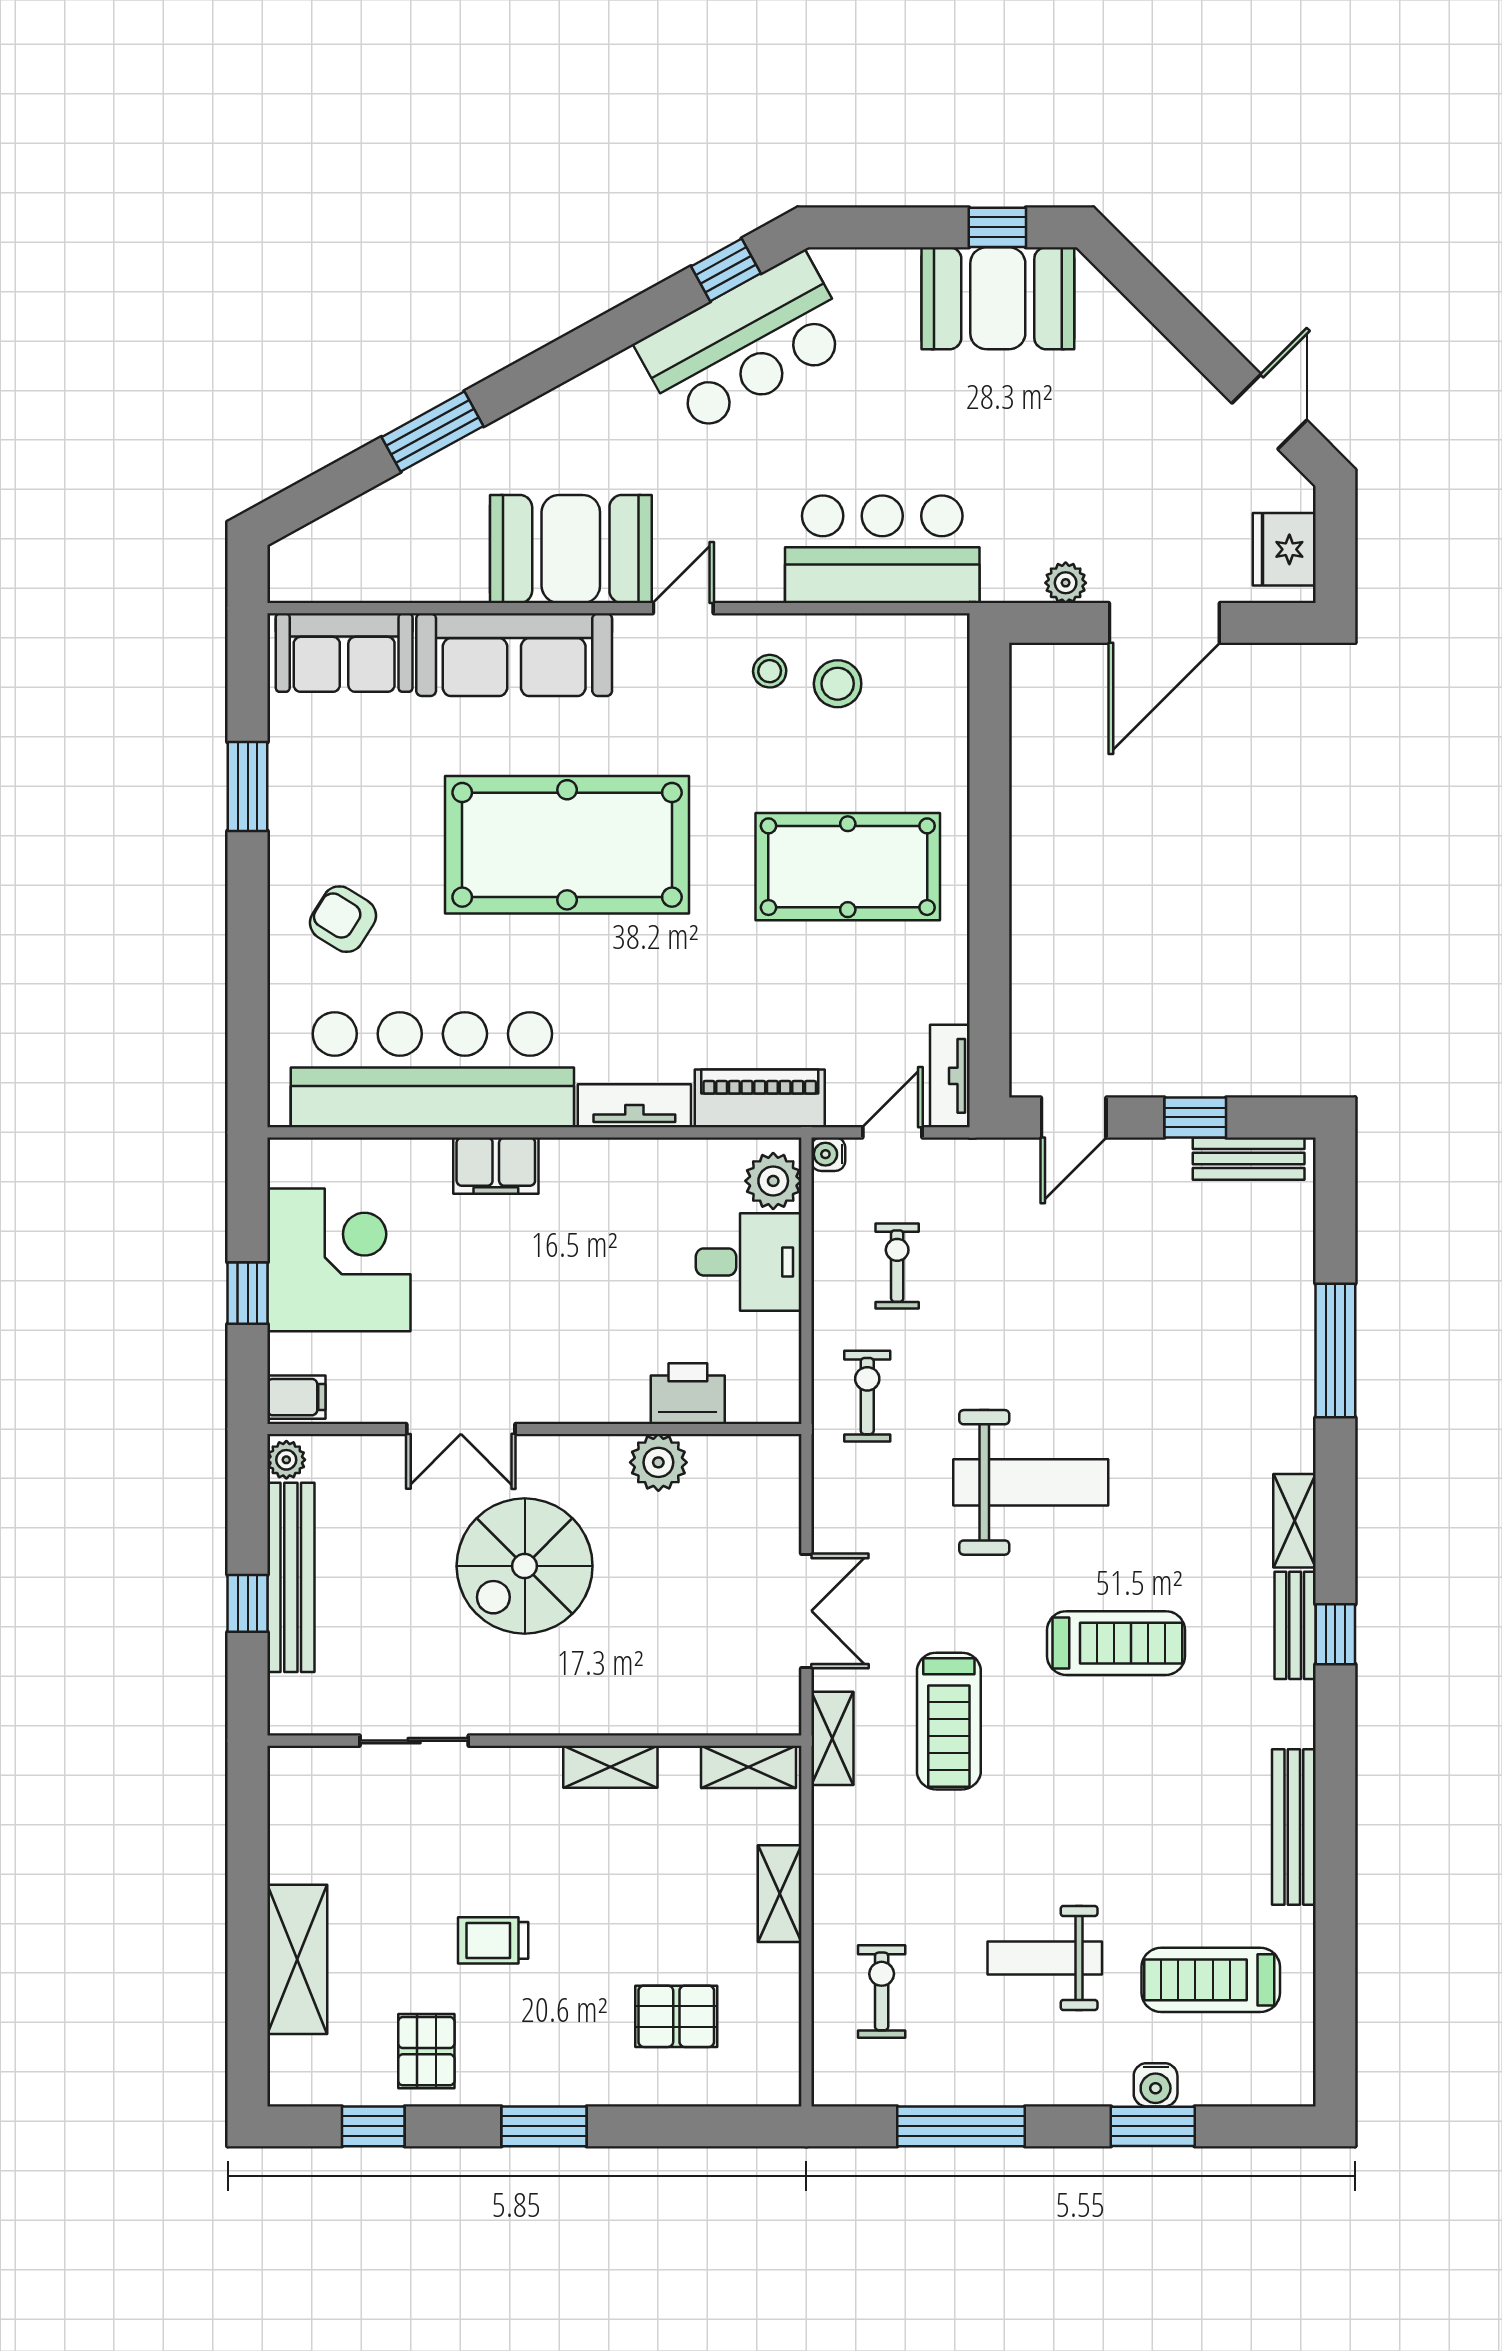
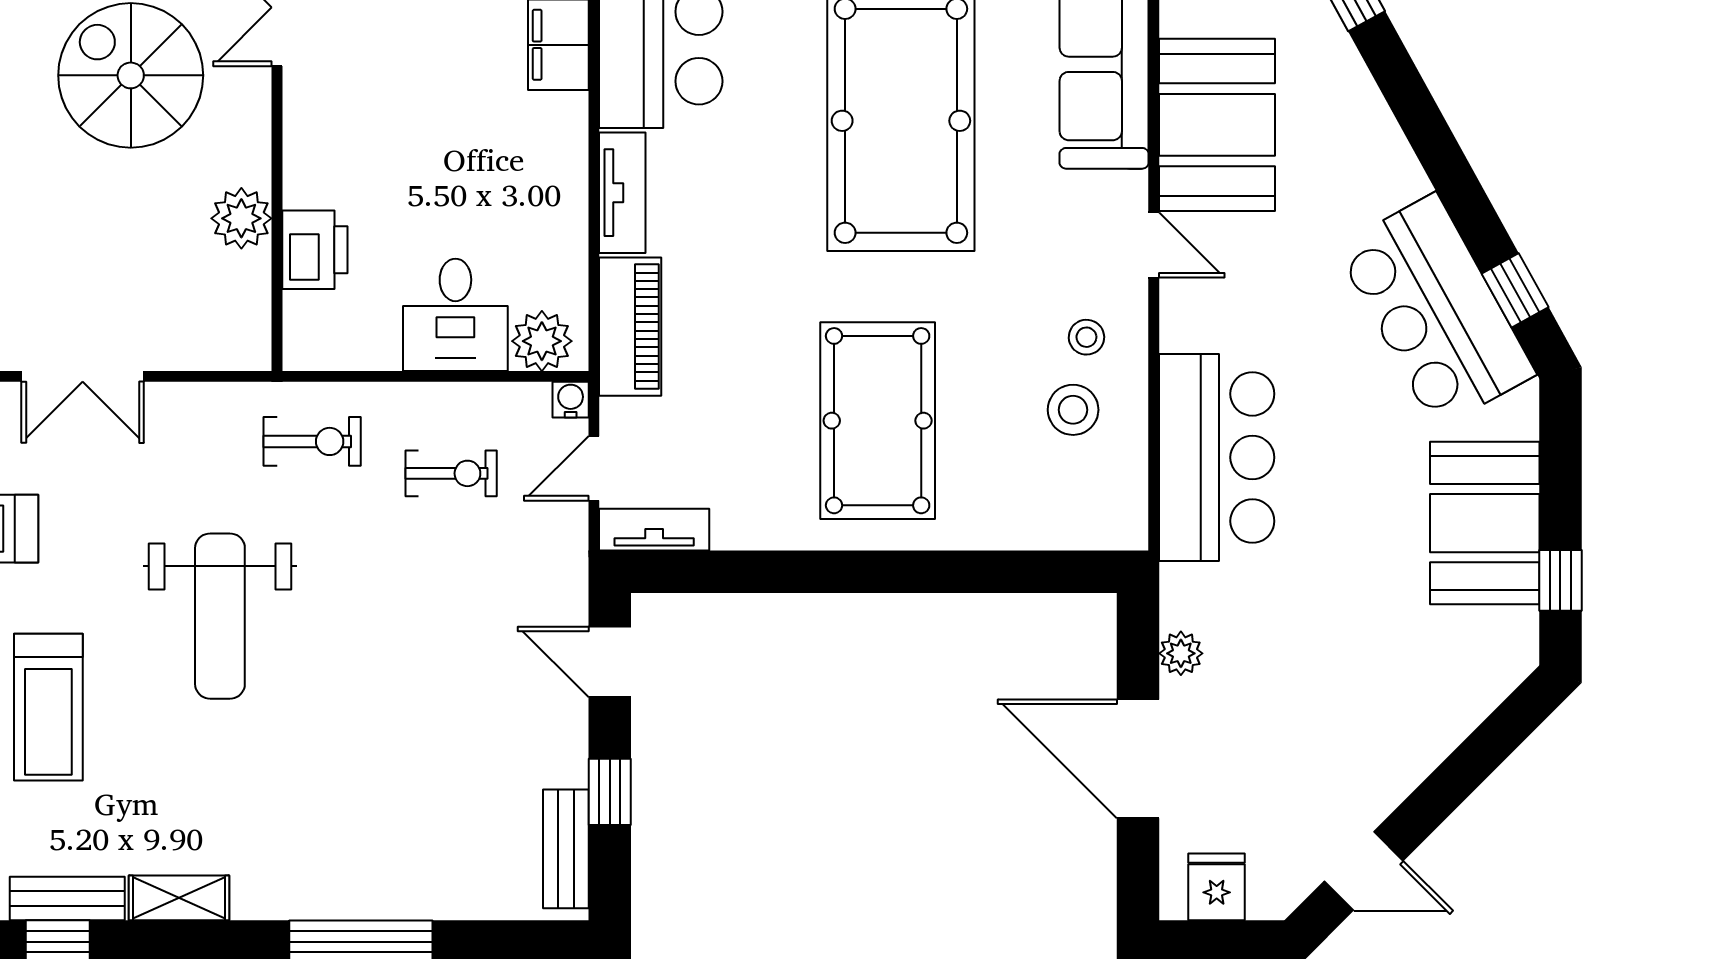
booth: (998, 298) -> (1485, 523), moved
fridge: (1284, 549) -> (1217, 887), width x0.72
door: (892, 1132) -> (594, 468), swing flipped

